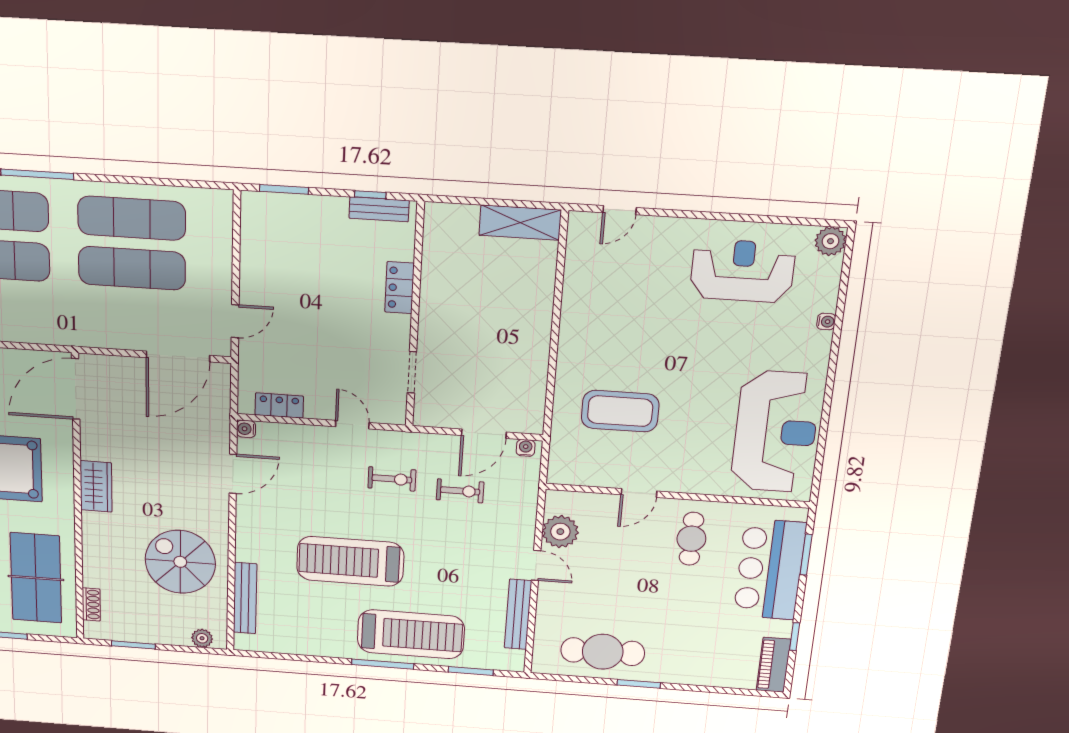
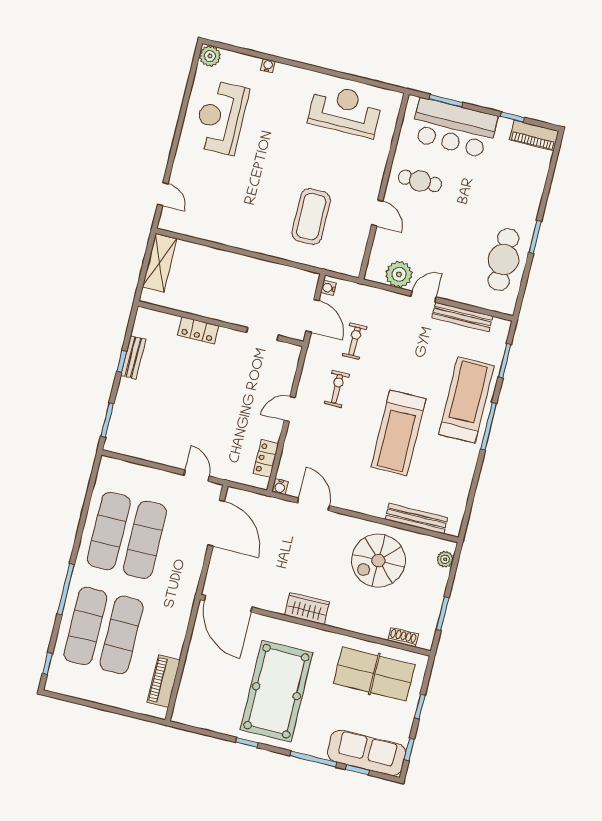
locker: (399, 288) -> (198, 330), moved
wall: (415, 316) -> (221, 324), moved
doorway: (412, 372) -> (263, 334), moved
reception desk: (775, 432) -> (345, 110), width x0.74, depth x0.77

